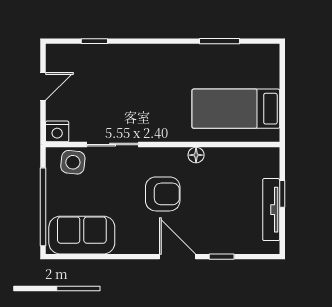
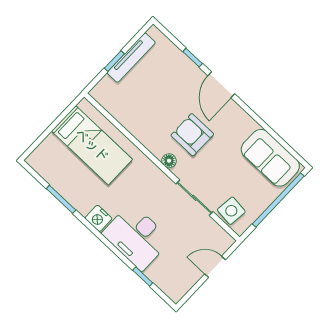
desk: (130, 69) -> (136, 237), added
door: (43, 86) -> (215, 267), moved
nightstand: (57, 131) -> (98, 218), moved, turned 180
floor lamp: (196, 155) -> (169, 161), moved

